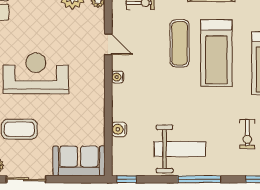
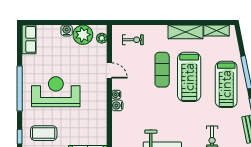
water cooler: (119, 129) -> (117, 105), moved

